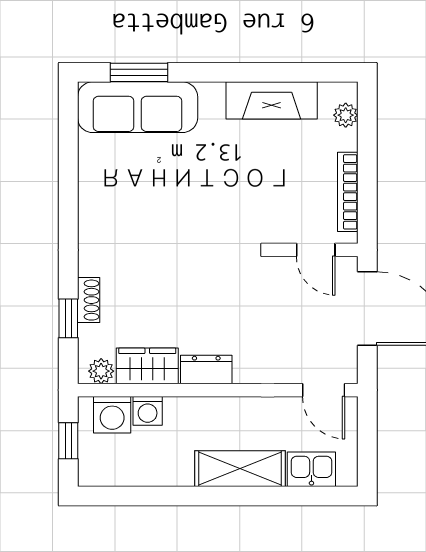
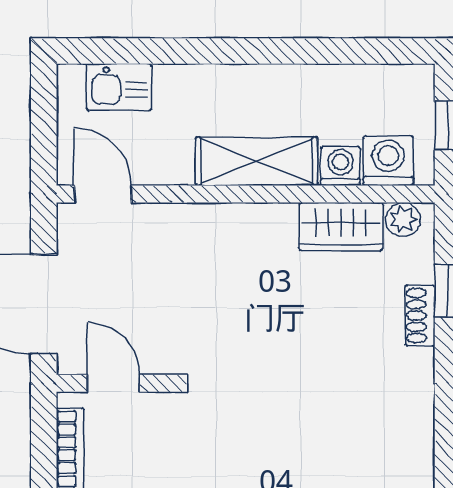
dresser: (206, 369) -> (261, 222), removed
shelving: (240, 469) -> (257, 161), moved

